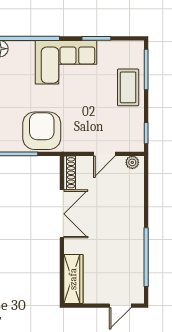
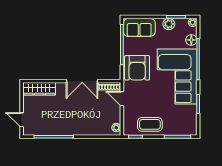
corner sofa: (66, 62) -> (177, 76), width x1.36, depth x1.36
coffee table: (128, 87) -> (150, 124), moved
armchair: (42, 131) -> (137, 68), turned 90
door: (104, 154) -> (122, 99), moved

